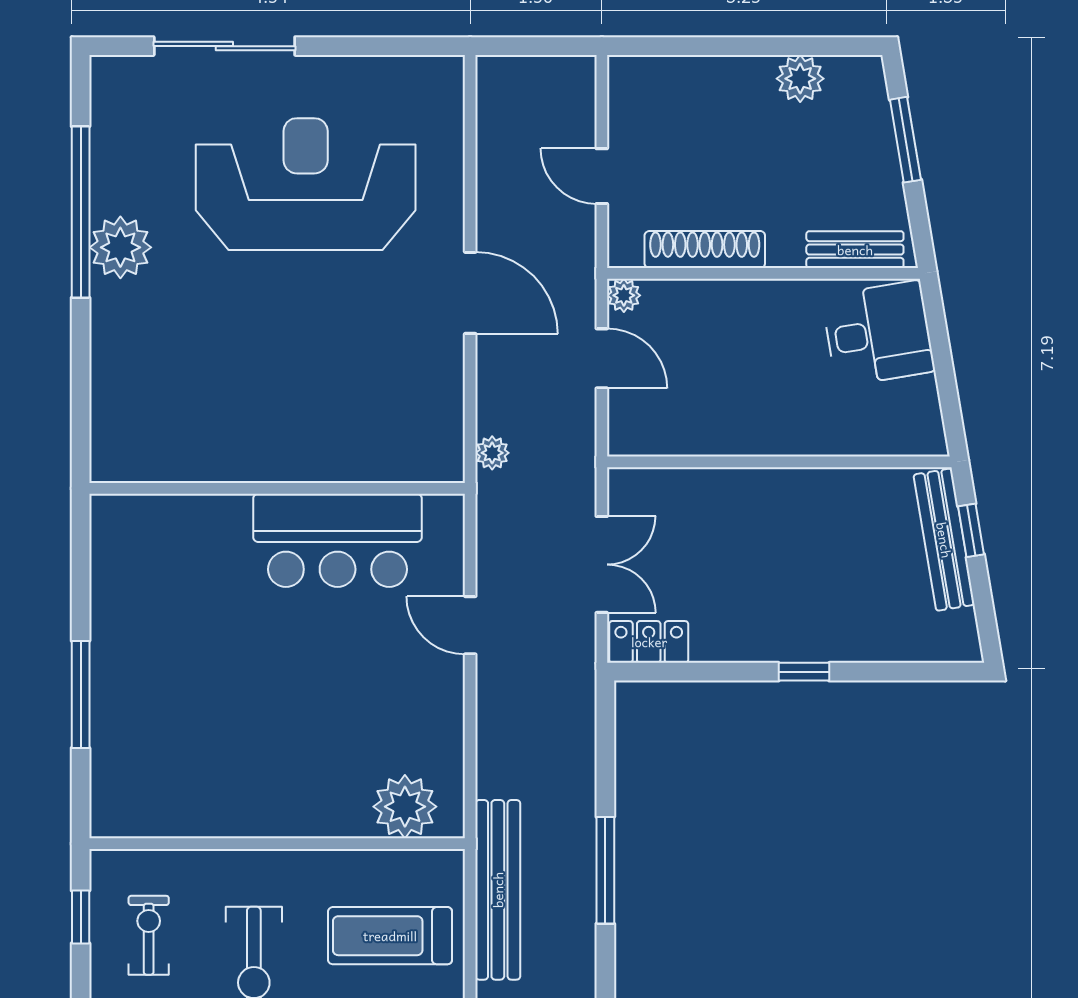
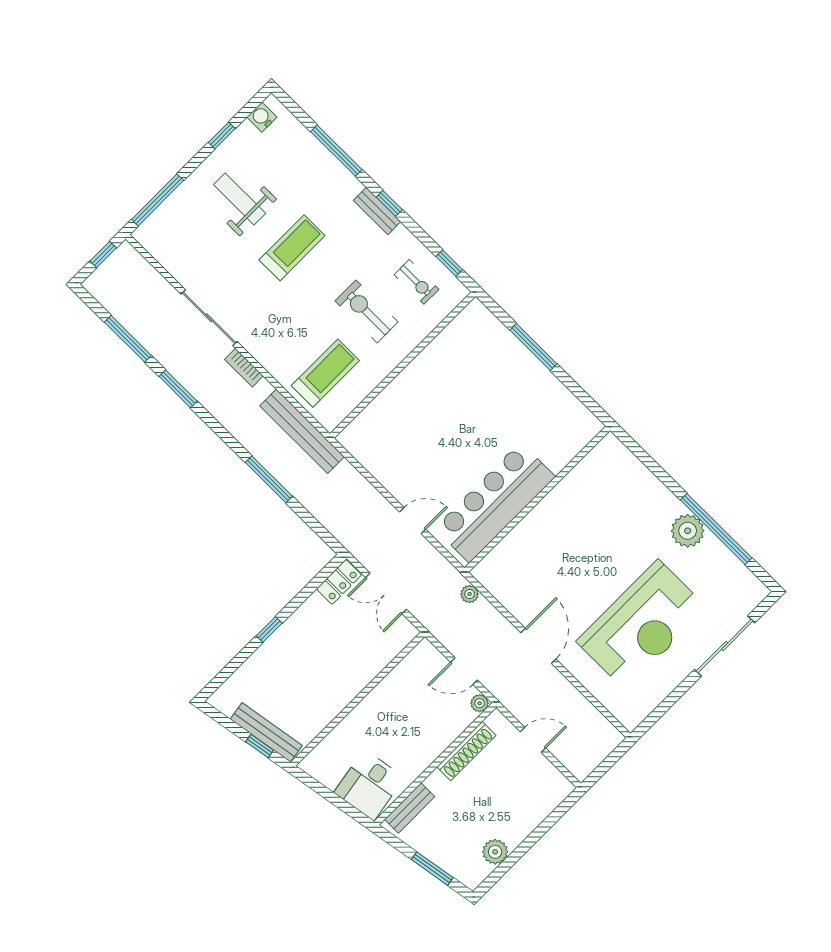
door: (470, 293) -> (538, 646), swing flipped
bar counter: (338, 540) -> (495, 502), width x1.36
plant: (405, 807) -> (369, 427), removed

